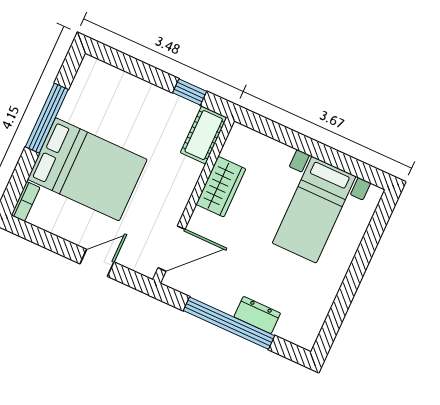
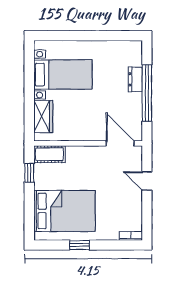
window: (47, 118) -> (80, 245), width x0.46
bed: (87, 169) -> (64, 211), moved, turned 90
wardrobe: (221, 187) -> (43, 116), moved, turned 90

